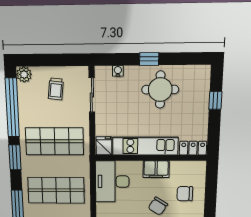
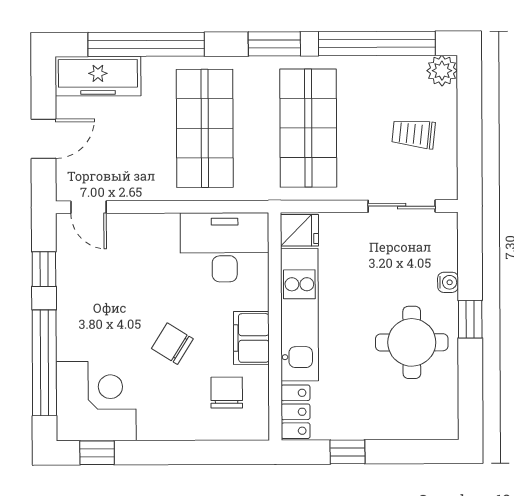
water cooler: (118, 71) -> (448, 282), moved
window: (215, 100) -> (348, 452), moved
chair: (185, 194) -> (227, 393), moved

